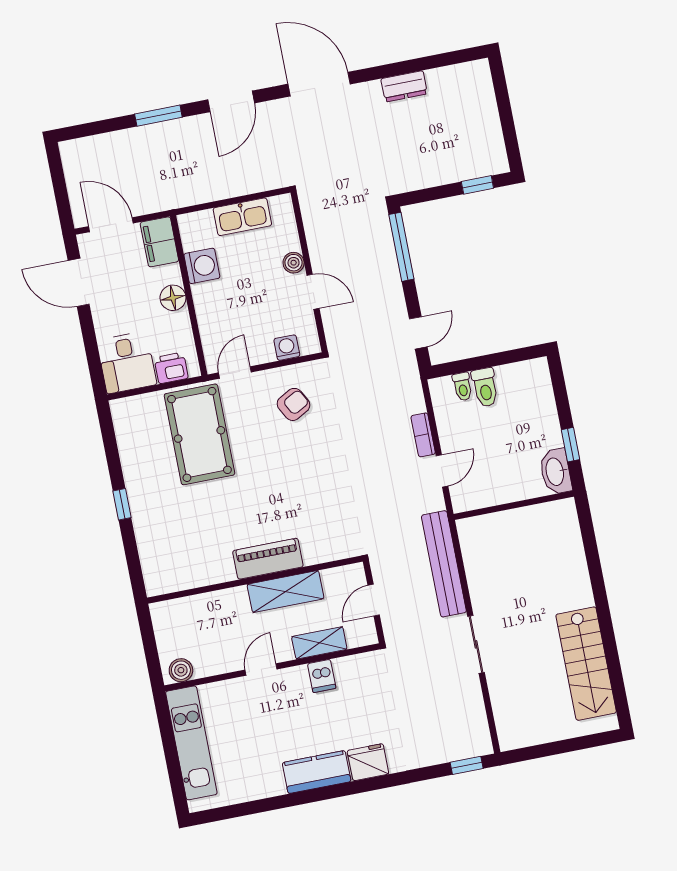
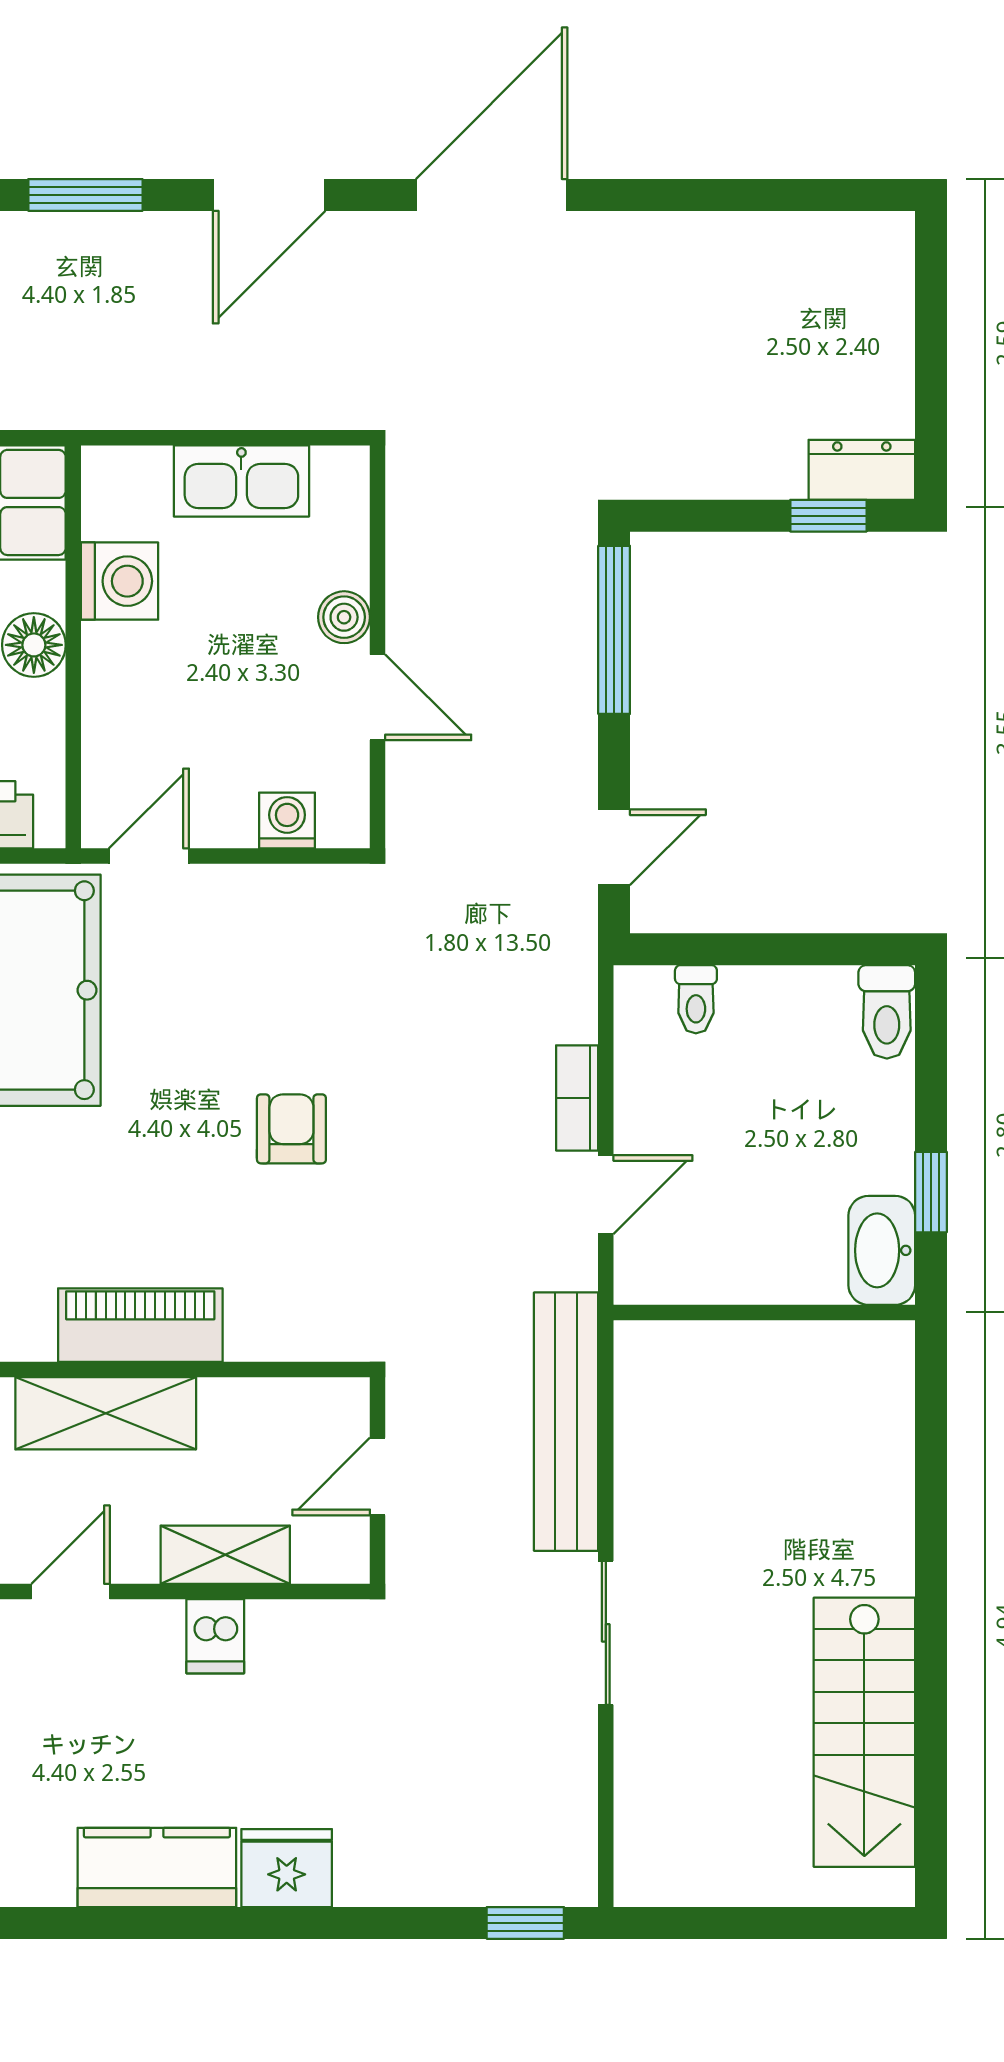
door: (319, 84) -> (492, 195), hinge flipped
dresser: (404, 86) -> (862, 470), moved, turned 180
toilet: (485, 387) -> (887, 1012), moved
armchair: (293, 404) -> (291, 1129), moved, turned -61
shelving: (286, 591) -> (106, 1413), moved

